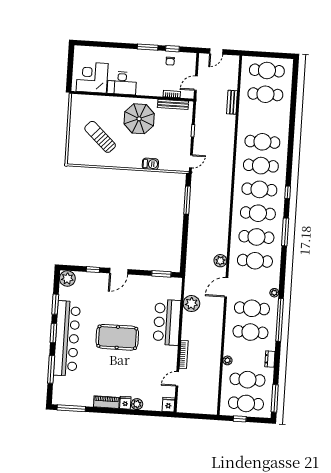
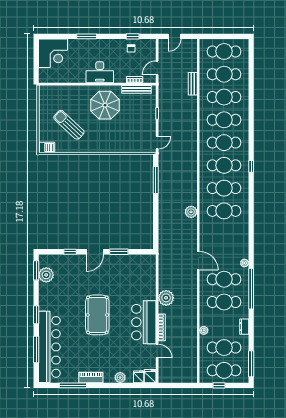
window: (148, 47) -> (87, 36), moved
corner desk: (92, 77) -> (53, 53), moved, turned 180
desk: (122, 83) -> (100, 72), moved
barbecue: (150, 164) -> (47, 148), moved
window: (285, 232) -> (251, 204), removed
plant: (220, 261) -> (191, 212), moved
cafe table: (255, 261) -> (224, 97), moved
window: (161, 274) -> (119, 252), moved
plant: (67, 279) -> (46, 275), moved
door: (226, 287) -> (198, 261), swing flipped
window: (55, 304) -> (36, 270), moved
plant: (191, 304) -> (166, 298), moved
bar counter: (167, 322) -> (144, 322), moved
pool table: (117, 337) -> (97, 315), turned 90
bar counter: (67, 338) -> (49, 347), moved
door: (177, 379) -> (157, 351), swing flipped
fridge: (125, 403) -> (139, 377), moved
window: (71, 408) -> (73, 385), moved

